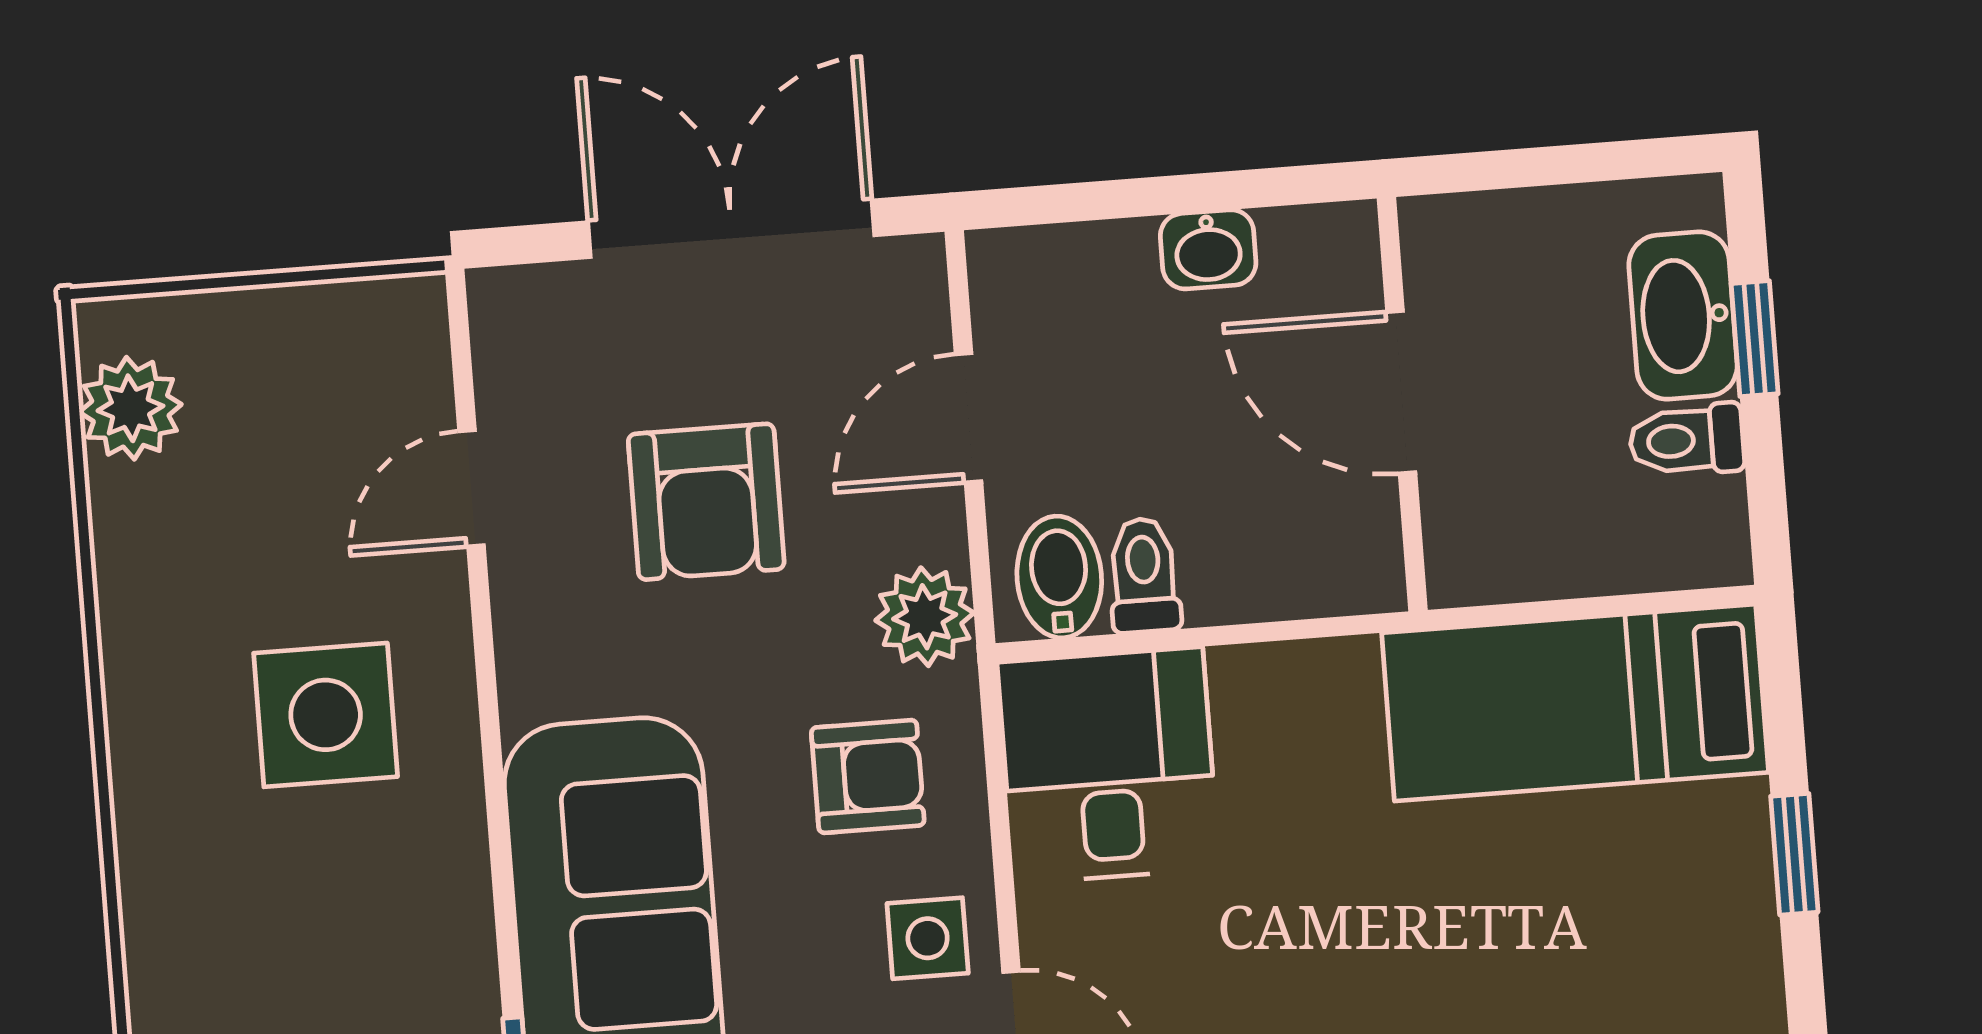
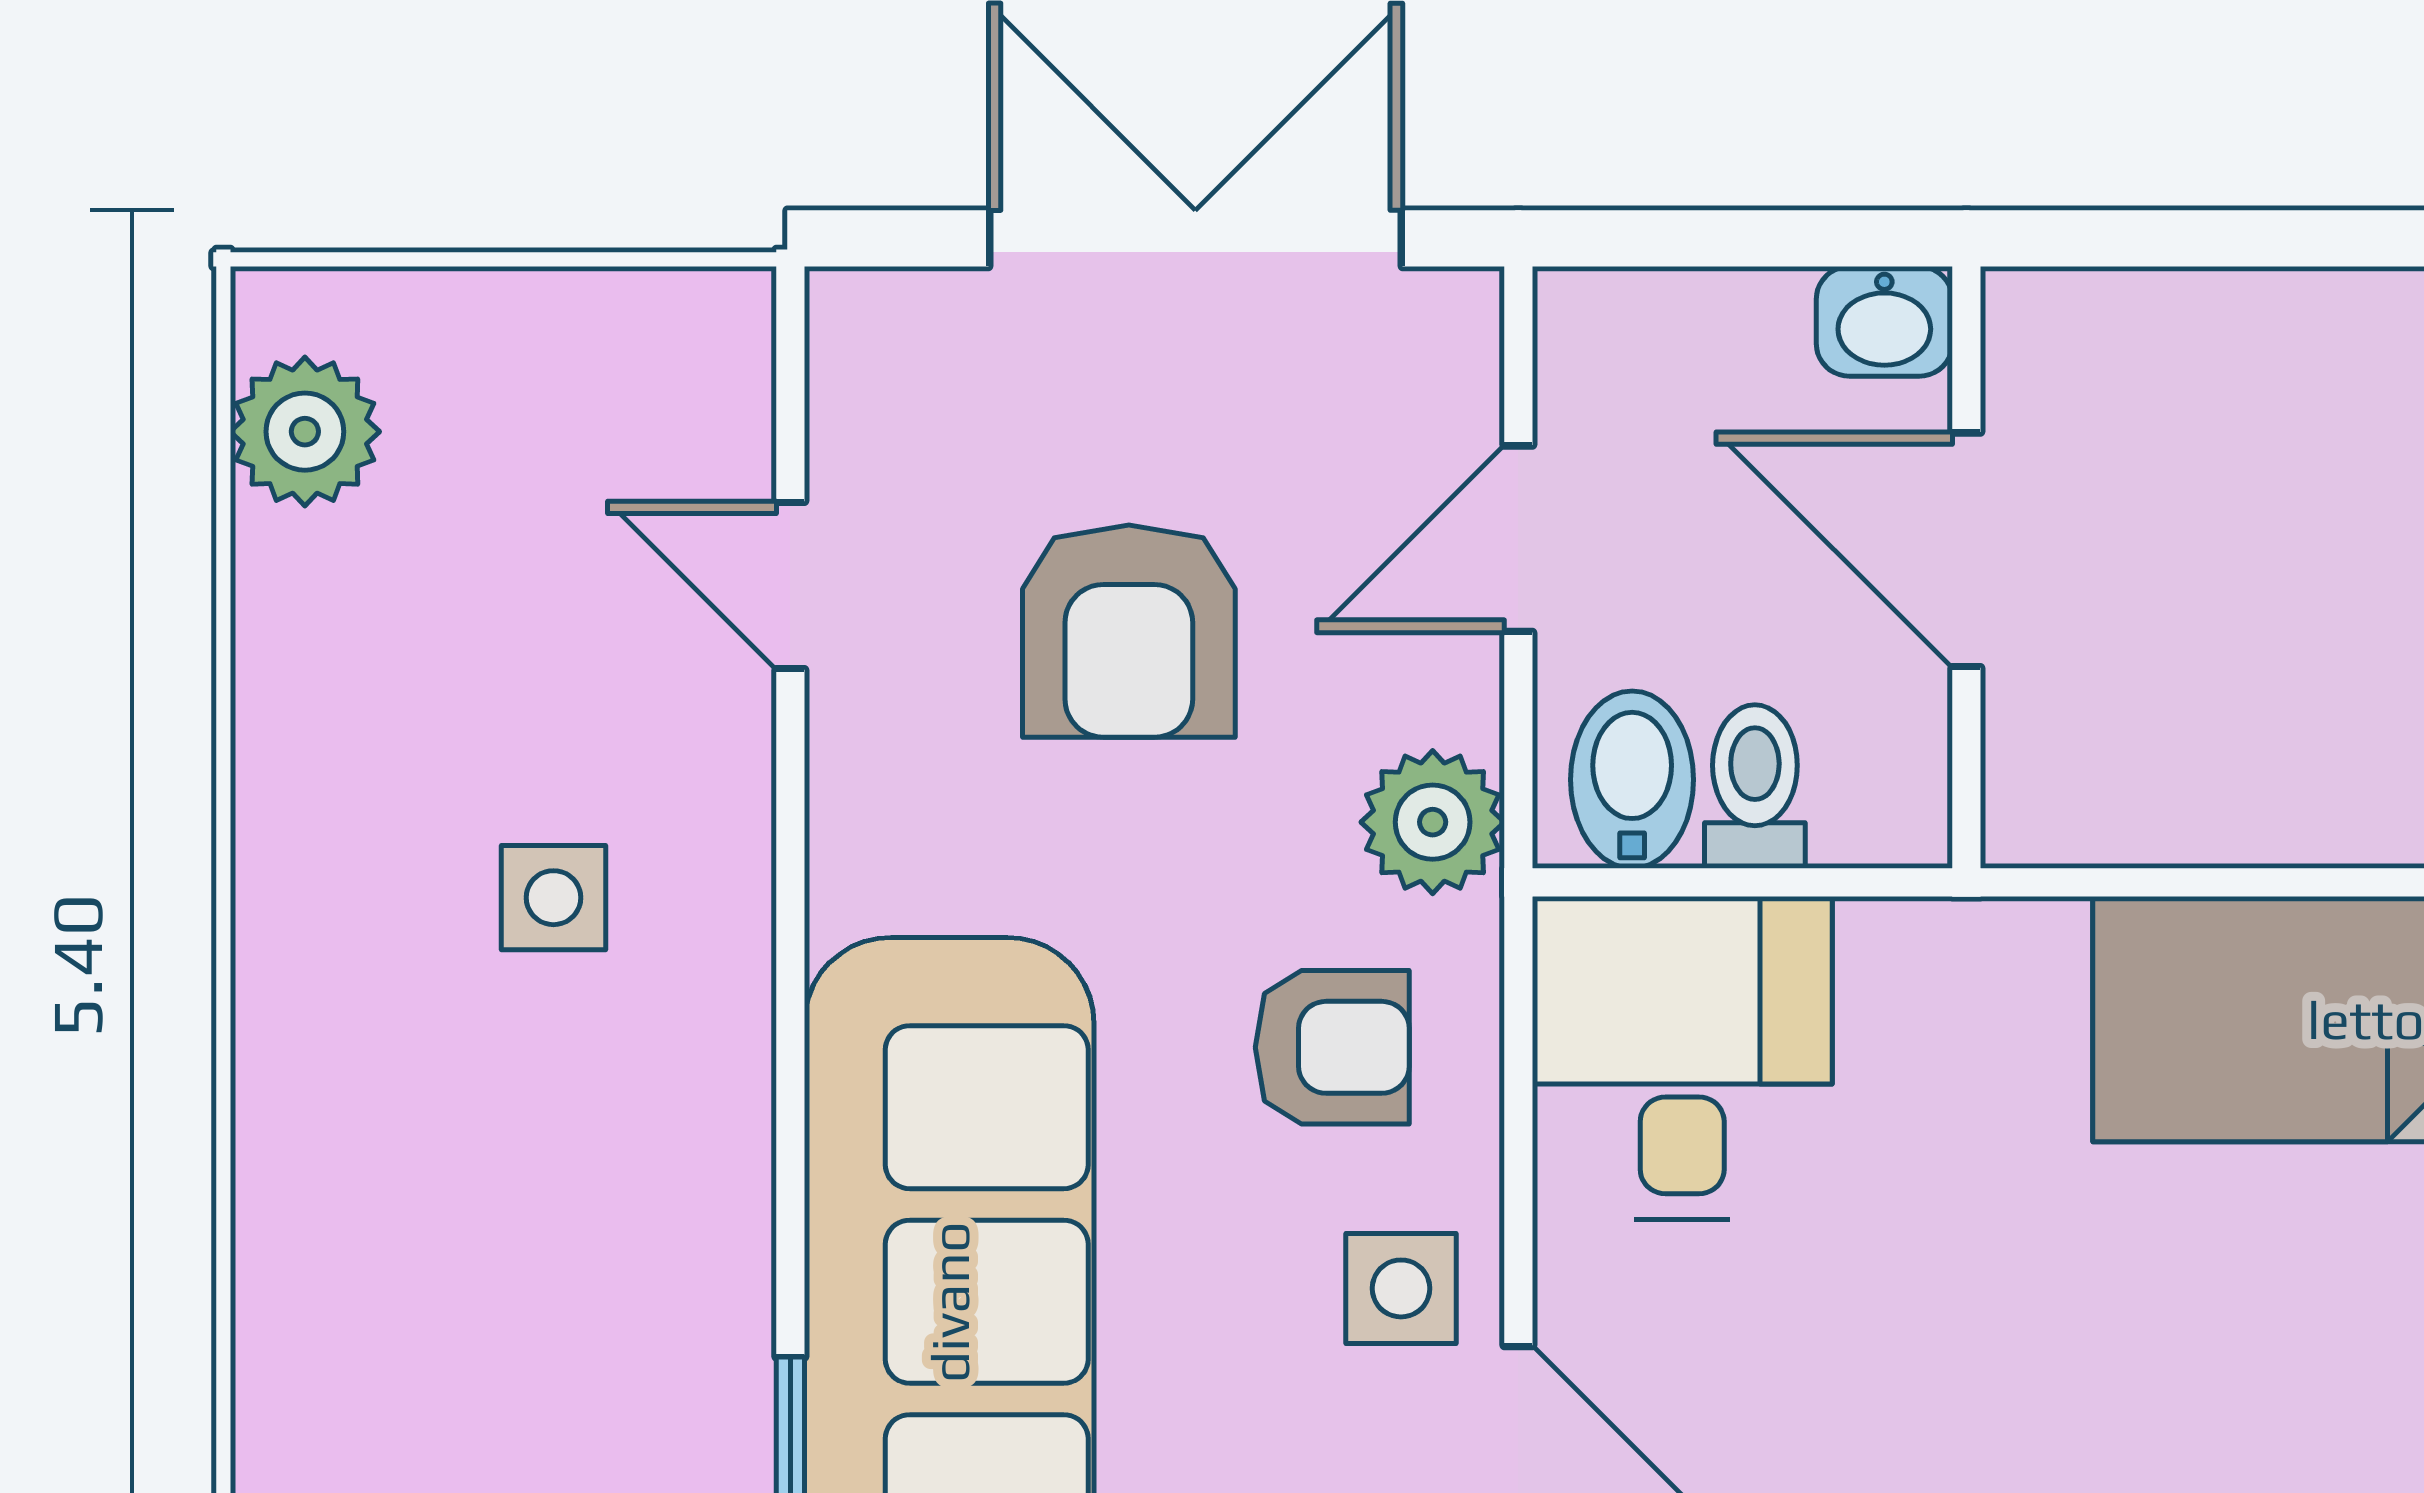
door: (1401, 392) -> (1966, 550), moved
wall: (1402, 404) -> (1966, 567), moved
door: (472, 488) -> (790, 585), hinge flipped
side table: (326, 715) -> (553, 898), width x0.54, depth x0.54

